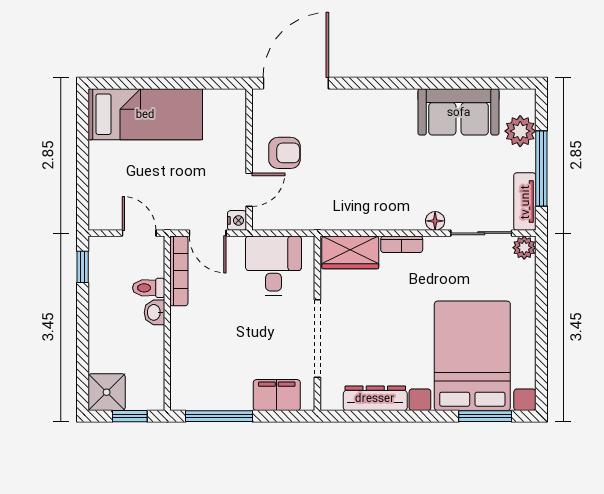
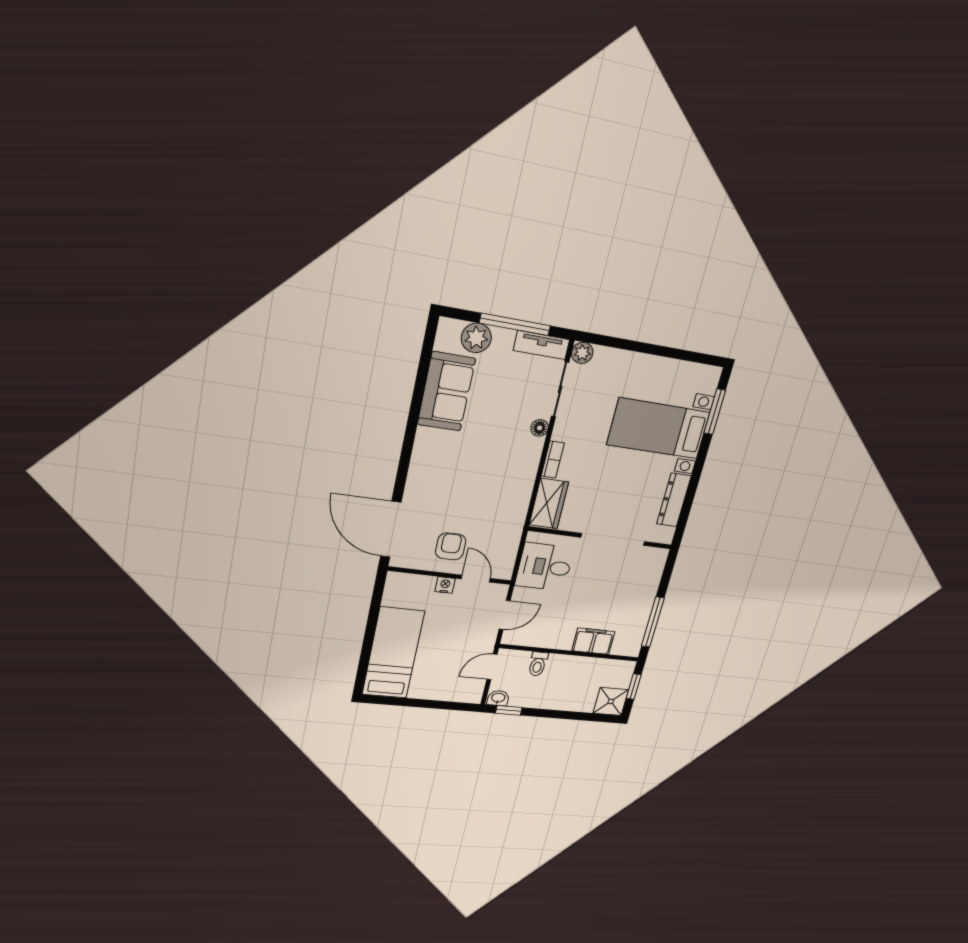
nightstand: (237, 220) -> (445, 585), moved
bookcase: (179, 271) -> (530, 640), removed
washbasin: (154, 312) -> (498, 698), moved, turned 180
bed with nightstands: (472, 356) -> (658, 428), width x0.73
filing cabinet: (277, 395) -> (593, 641), moved, turned 90

